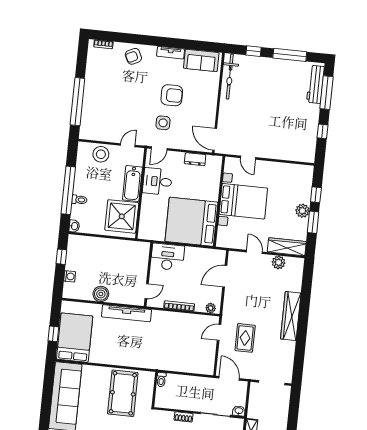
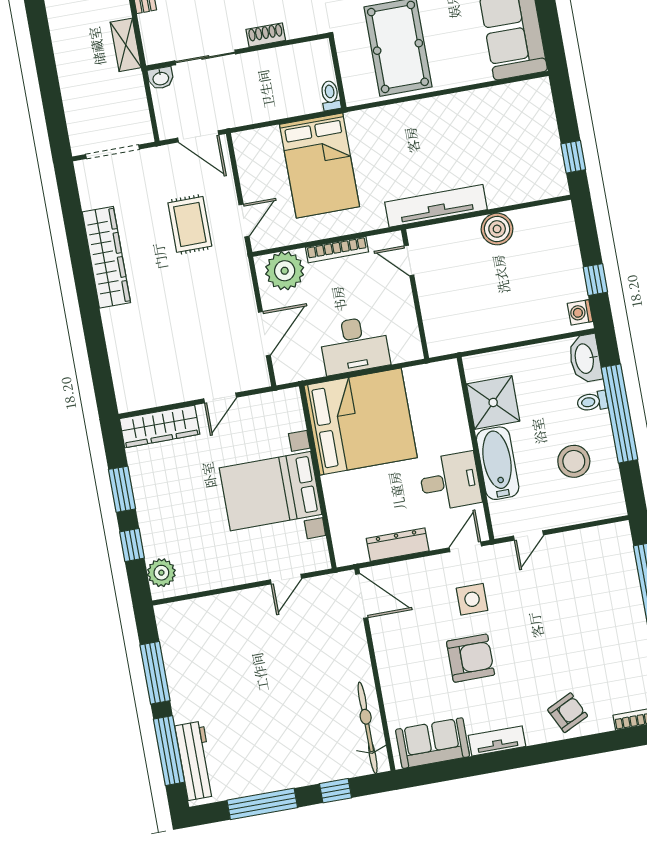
armchair: (172, 95) -> (471, 658), turned 180
window: (322, 131) -> (155, 673), width x2.17
stool: (101, 154) -> (574, 461), moved
door: (248, 158) -> (286, 579), swing flipped
dresser: (195, 159) -> (398, 545), width x1.44
plant: (302, 211) -> (161, 573), moved
shower: (122, 216) -> (493, 402), width x0.73, depth x0.73
washbasin: (74, 226) -> (585, 359), width x1.91, depth x1.45
door: (254, 252) -> (220, 398), hinge flipped
desk: (168, 257) -> (354, 345), moved
plant: (279, 262) -> (167, 391), removed
washing machine: (70, 276) -> (580, 312), moved
door: (147, 291) -> (409, 260), hinge flipped
plant: (211, 308) -> (285, 271), width x1.88, depth x1.88
wardrobe: (291, 316) -> (106, 257), moved
window: (53, 334) -> (573, 157), moved
bed: (75, 338) -> (320, 165), moved

